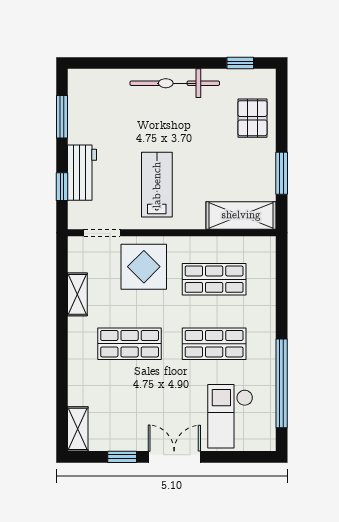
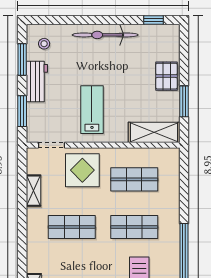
stool: (92, 95) -> (44, 44), added
pallet: (252, 118) -> (166, 76), moved
workbench: (82, 173) -> (37, 82), moved
window: (62, 187) -> (22, 111), width x1.50

